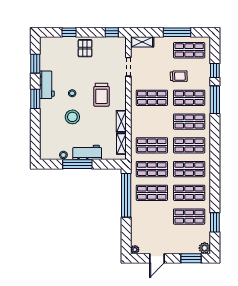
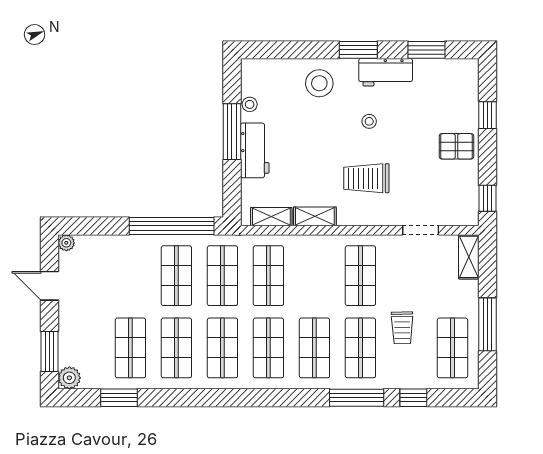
stool: (72, 117) -> (319, 83), moved

